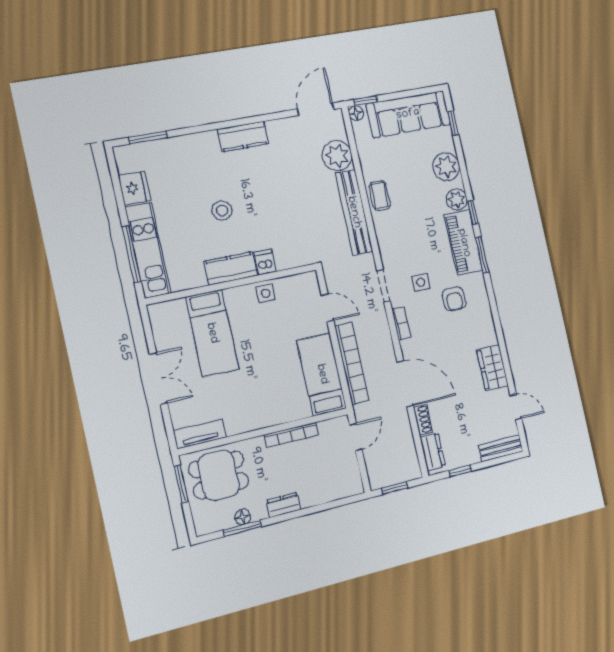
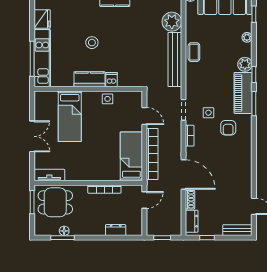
plant: (446, 167) -> (247, 37), width x0.53, depth x0.53
wardrobe: (493, 368) -> (244, 178), removed
dresser: (283, 505) -> (116, 230), moved

